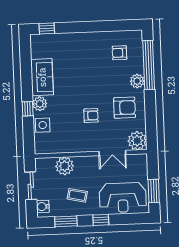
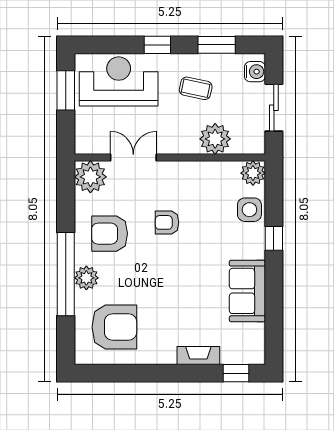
fireplace: (69, 38) -> (198, 355), added
armchair: (119, 53) -> (114, 327), width x1.88, depth x1.88
window: (149, 65) -> (66, 274), moved
plant: (40, 104) -> (253, 173), moved

